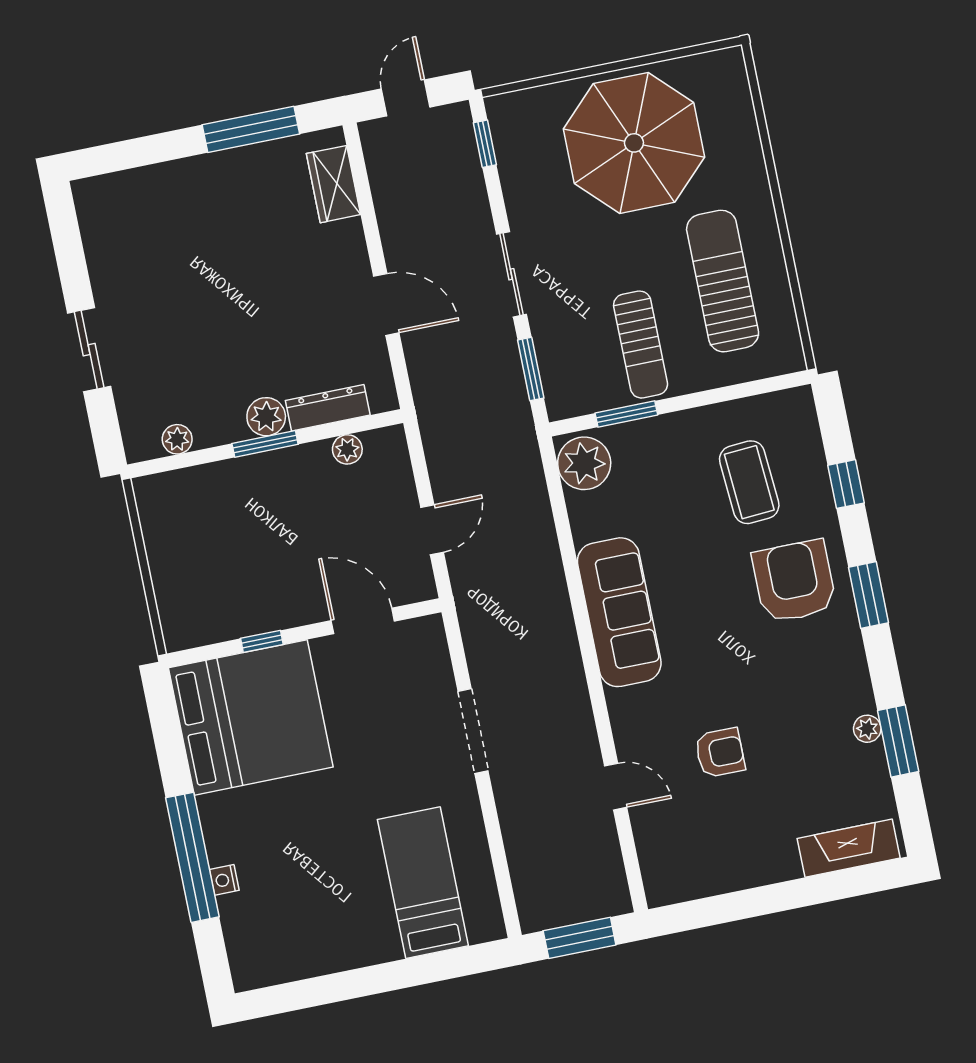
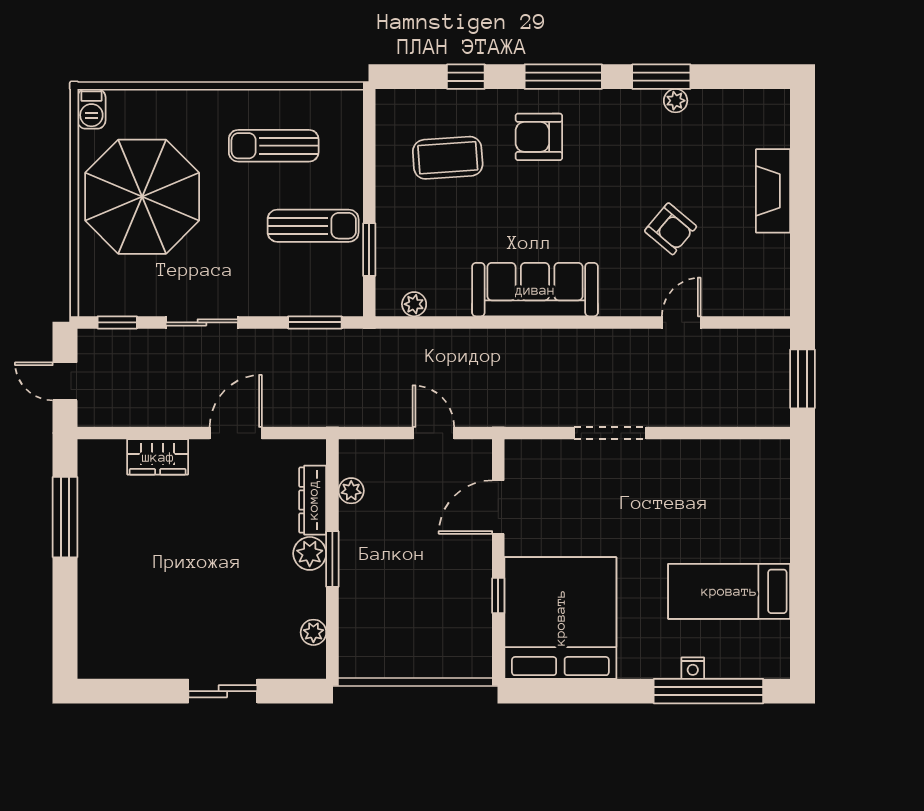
barbecue: (722, 65) -> (91, 109), added
wardrobe: (334, 184) -> (158, 457), moved
sliding door: (511, 274) -> (202, 322), moved
sun lounger: (723, 281) -> (274, 146), width x0.73, depth x0.75
plant: (584, 463) -> (414, 304), width x0.53, depth x0.53
armchair: (794, 581) -> (539, 137), width x0.73, depth x0.73
window: (869, 595) -> (563, 77), width x1.44
window: (898, 741) -> (661, 77), moved
armchair: (720, 753) -> (671, 229), turned 130
fireplace: (849, 848) -> (773, 191), moved
window: (192, 857) -> (708, 691), moved
bed: (423, 883) -> (729, 591), moved

